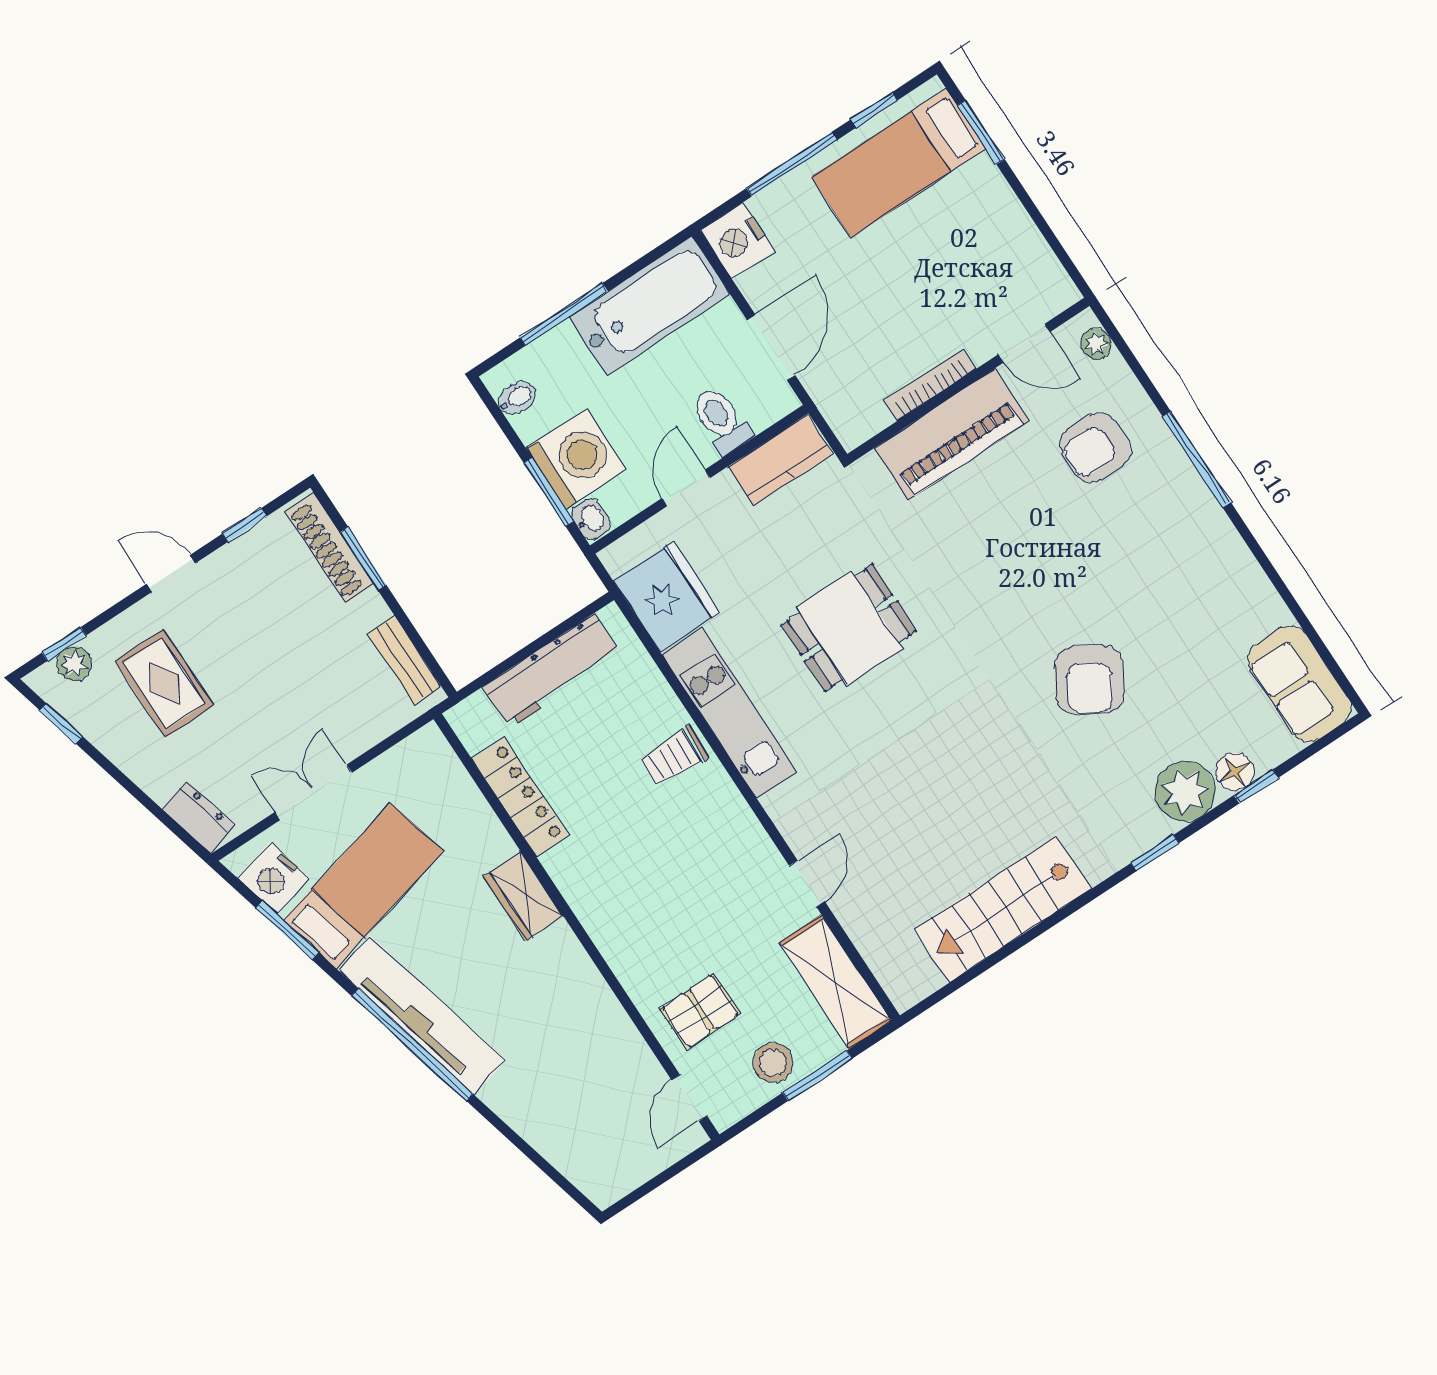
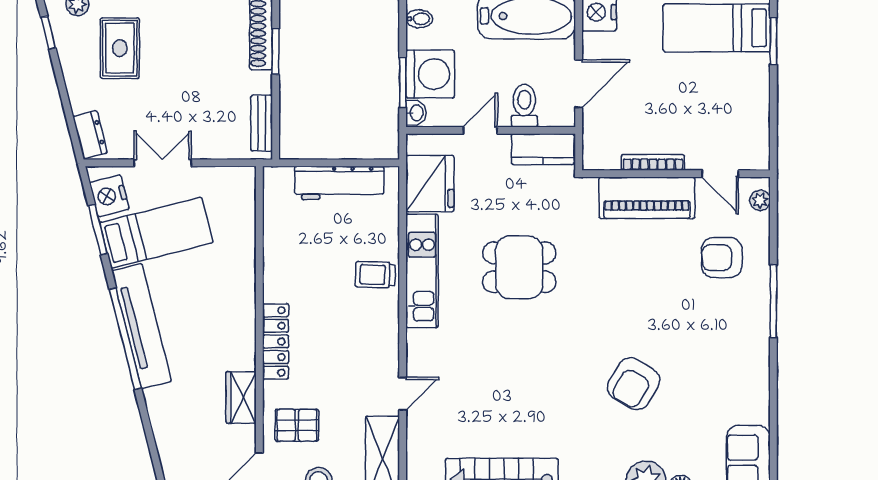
locker: (520, 797) -> (275, 341), moved
wardrobe: (523, 896) -> (241, 397), moved

